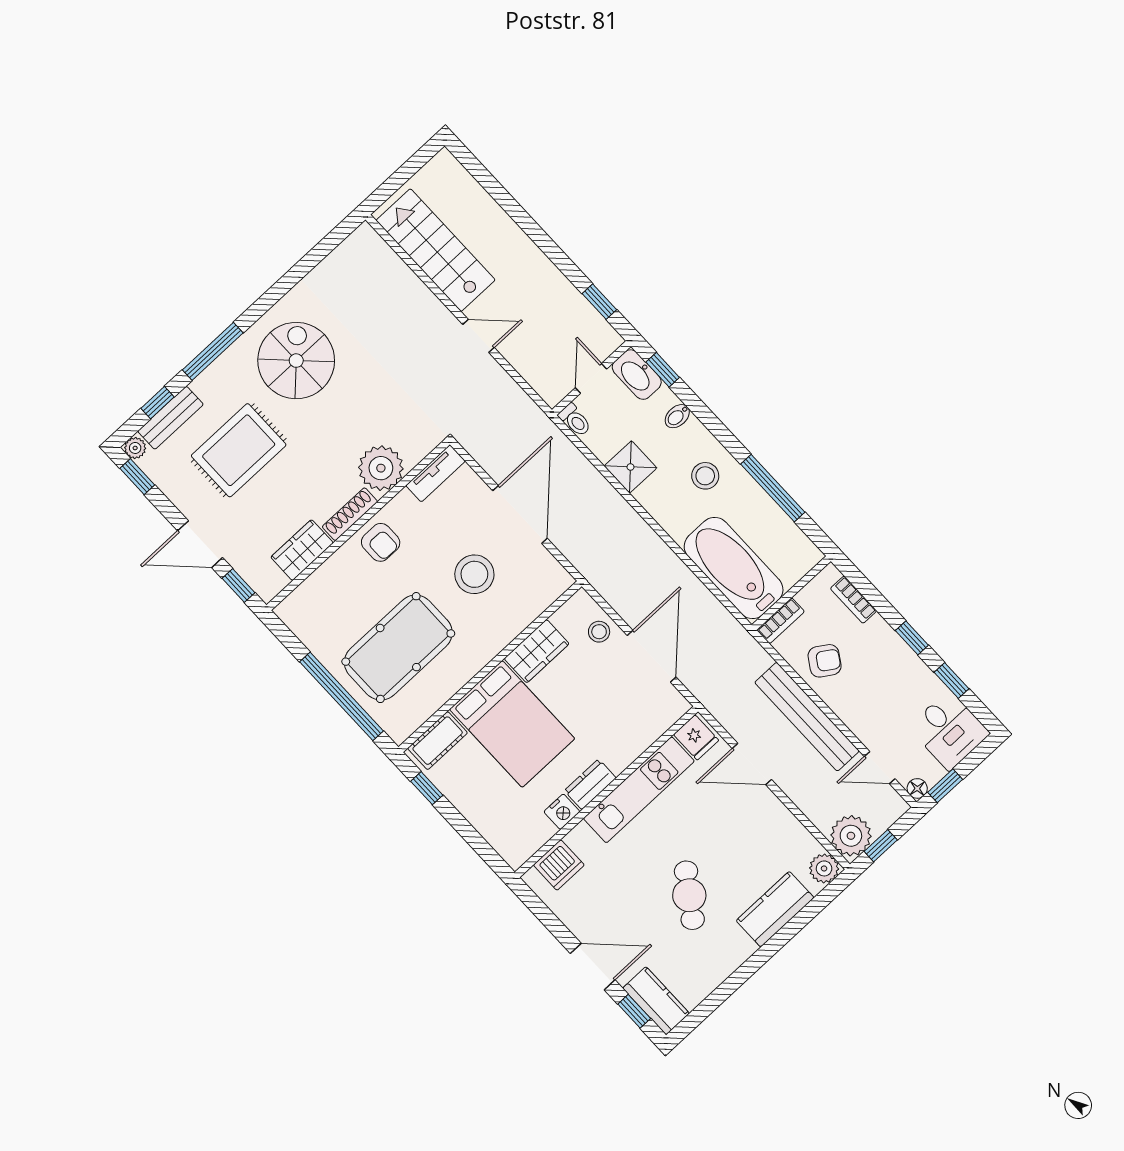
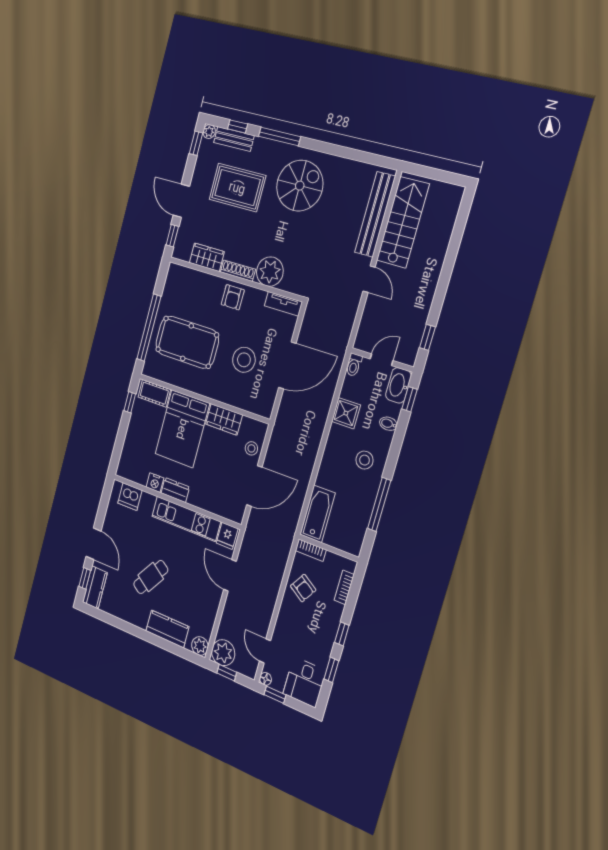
bathtub: (734, 568) -> (317, 514), width x0.73, depth x0.73
bench: (807, 717) -> (375, 214), moved

